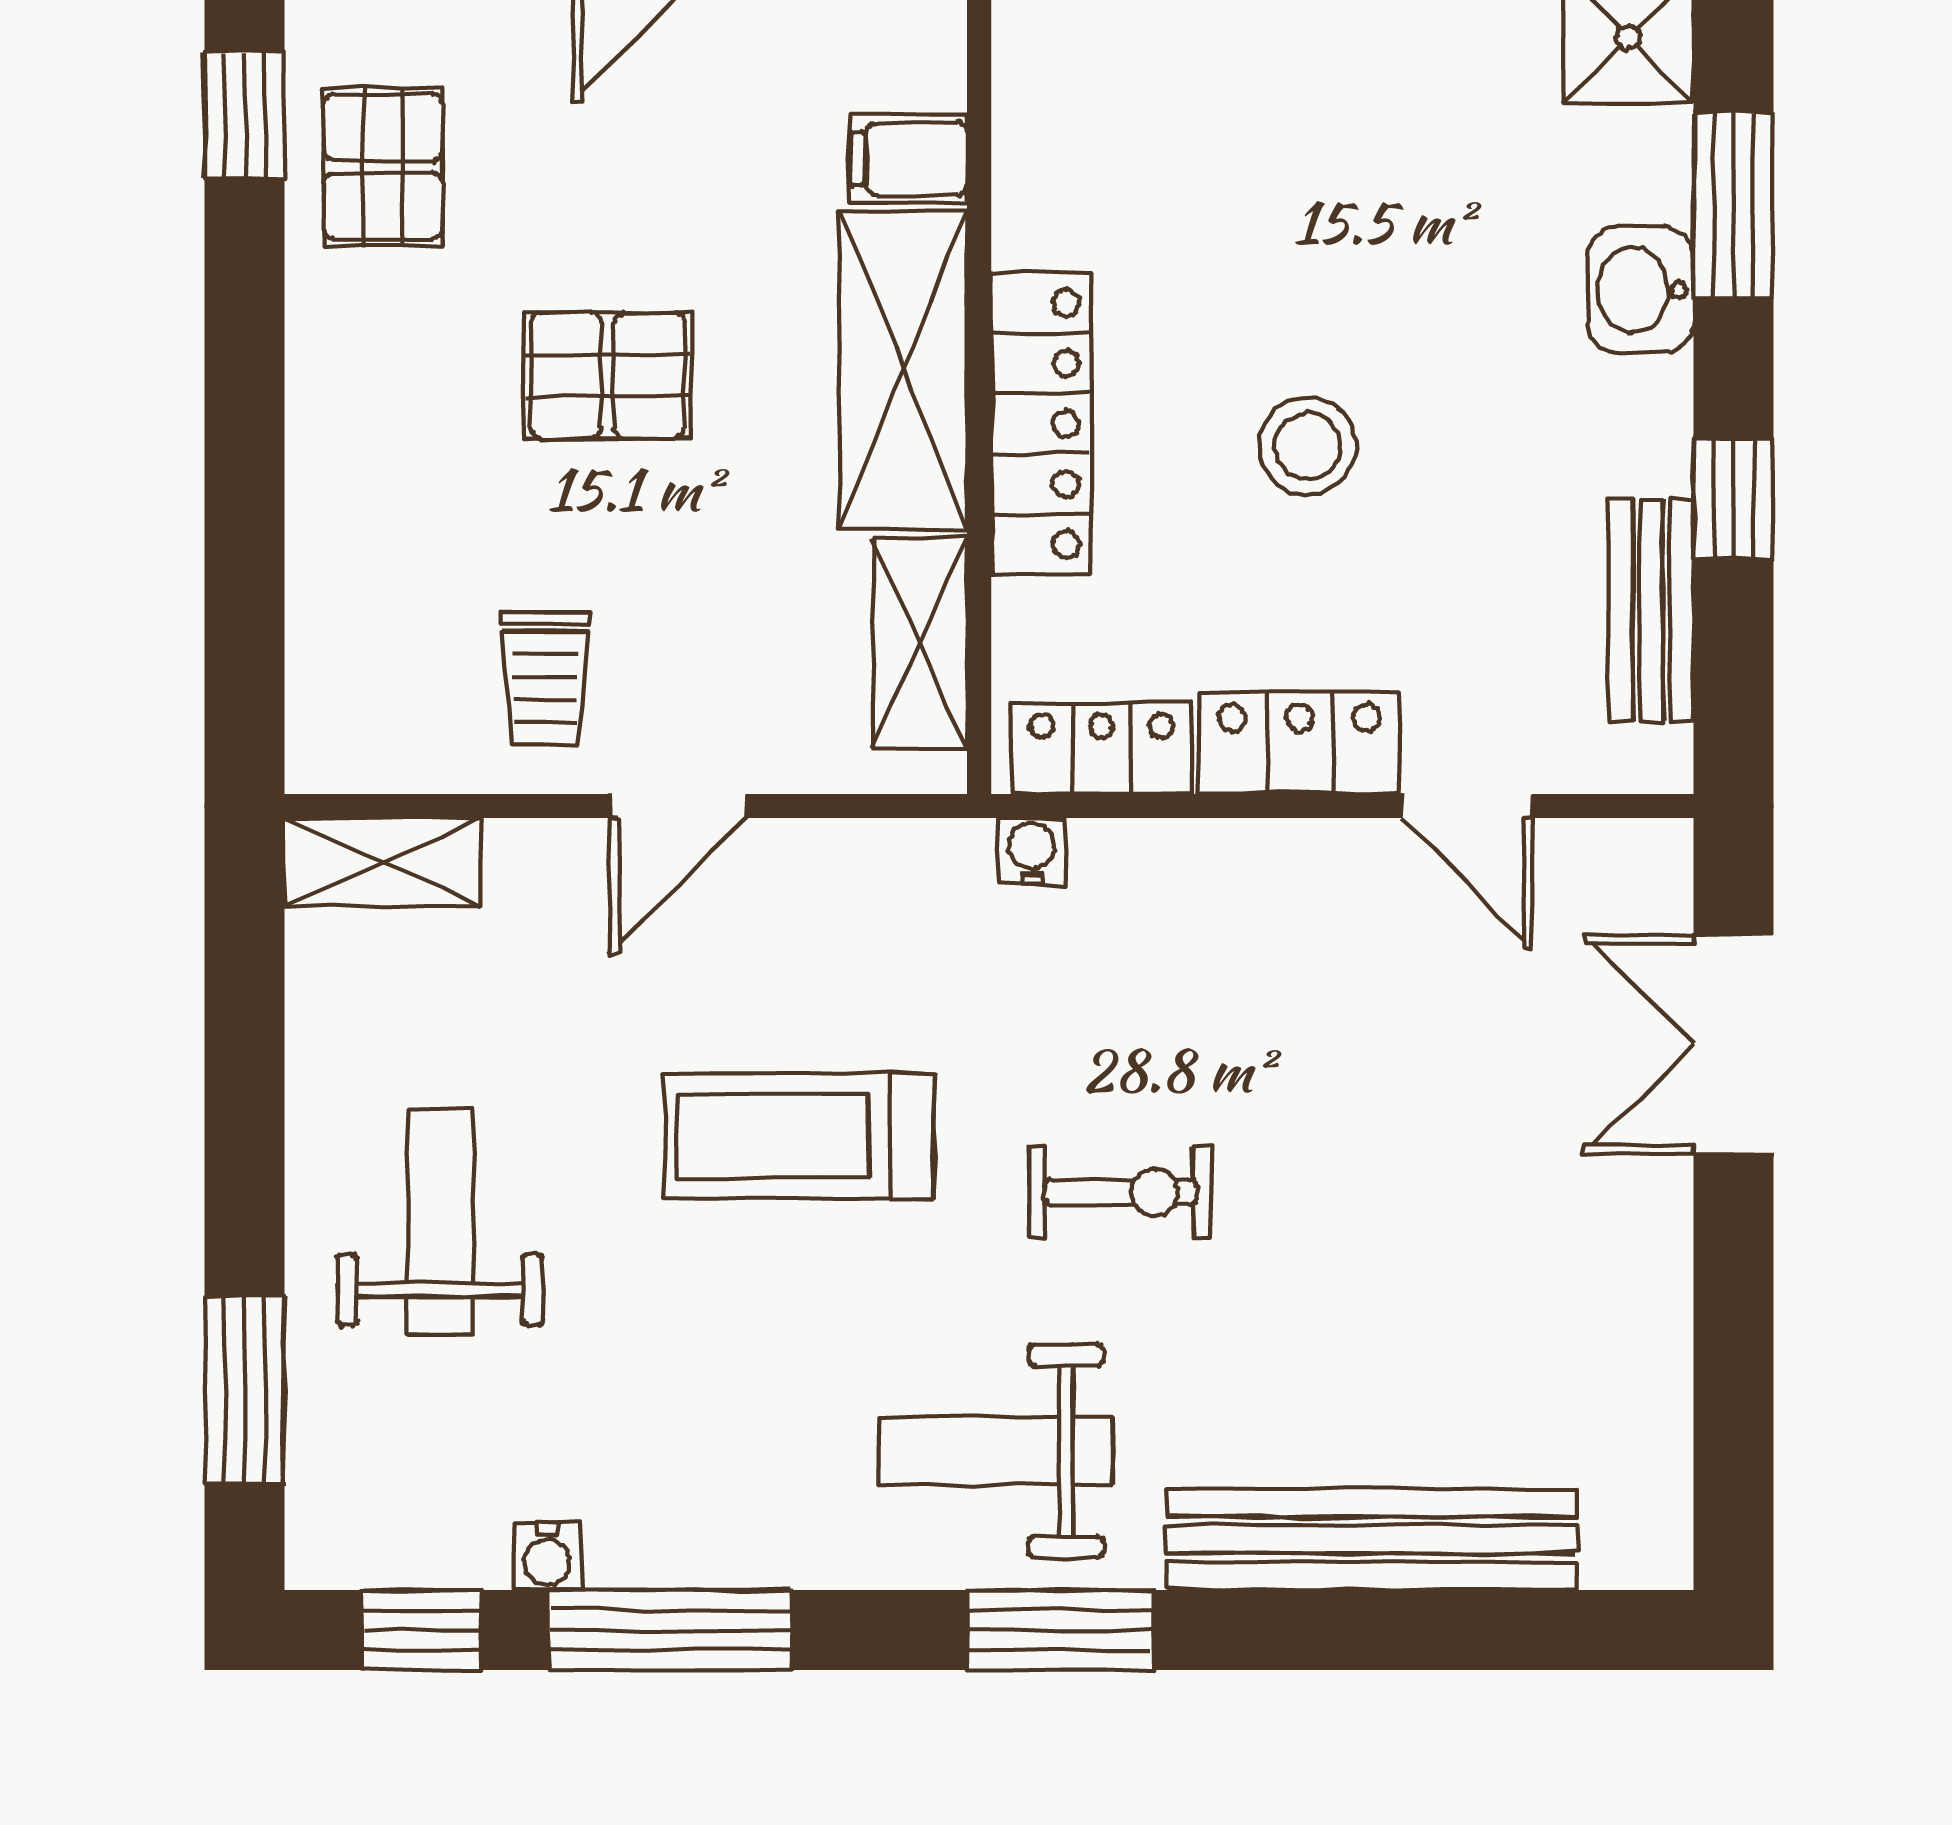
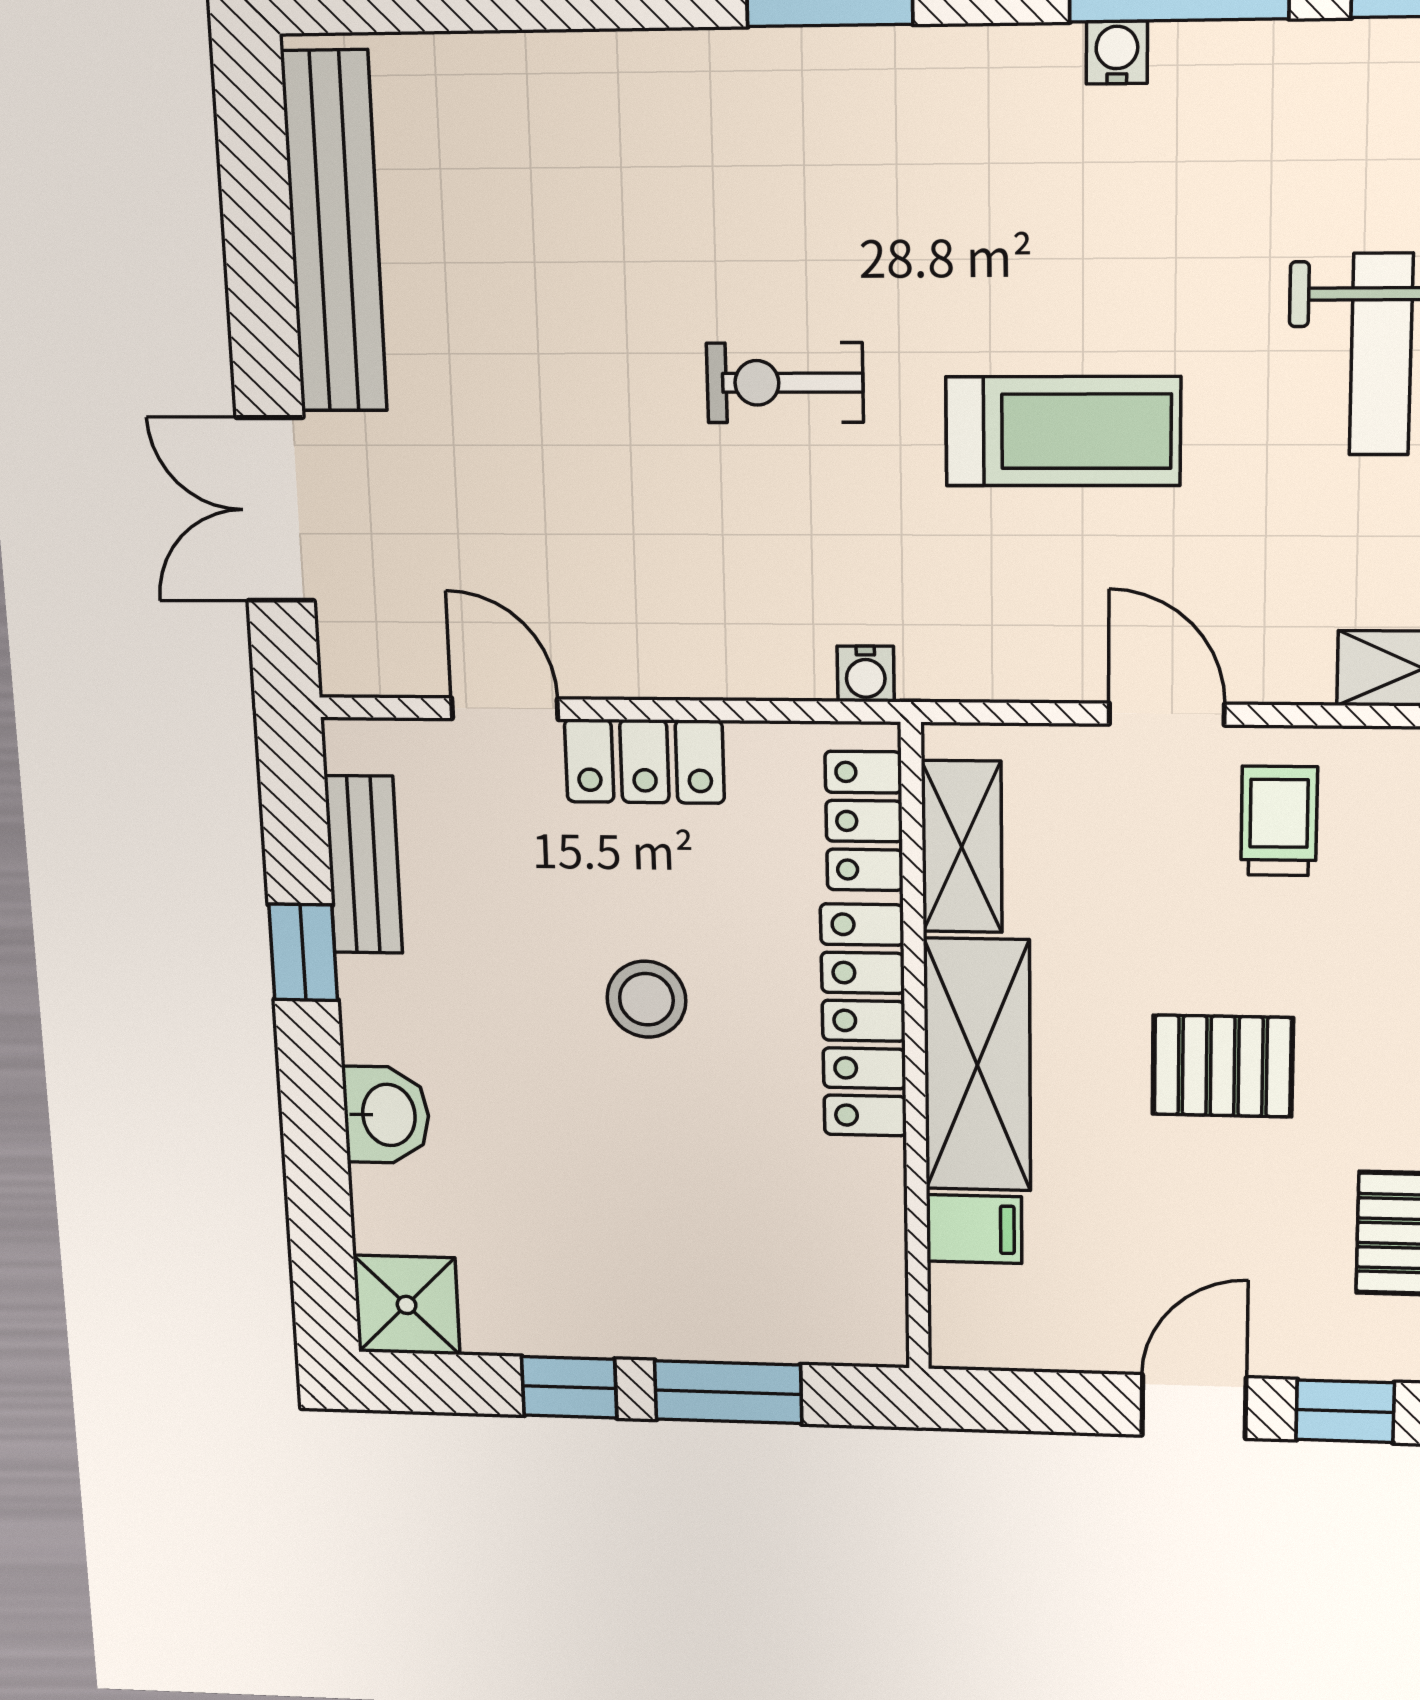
window: (1734, 205) -> (317, 1177), removed
locker: (1101, 749) -> (864, 821), moved, turned 90
door: (678, 806) -> (1167, 714), hinge flipped
double door: (1734, 1044) -> (275, 510), swing flipped
weight bench: (996, 1451) -> (889, 152), removed
bench: (1372, 1539) -> (334, 233), moved, turned 90
water cooler: (547, 1556) -> (1117, 52), moved

